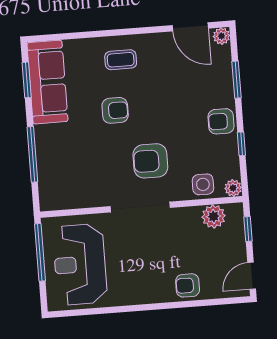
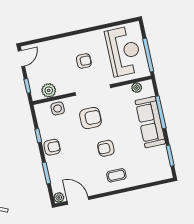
sofa: (47, 82) -> (150, 122), moved
armchair: (115, 110) -> (106, 148), moved
plant: (233, 188) -> (137, 88), moved
armchair: (188, 285) -> (84, 61), moved

